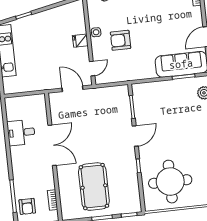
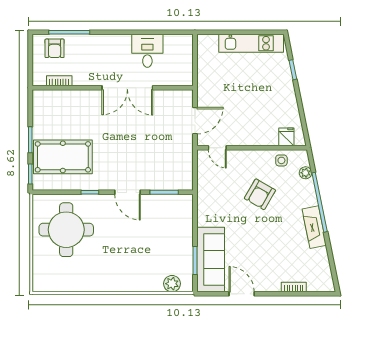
side table: (96, 32) -> (281, 160), moved
armchair: (121, 40) -> (260, 194), moved, turned -150
fridge: (80, 41) -> (286, 137), moved
pool table: (94, 187) -> (63, 157), moved
armchair: (27, 206) -> (55, 48), turned -90

